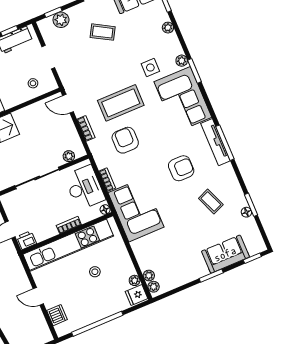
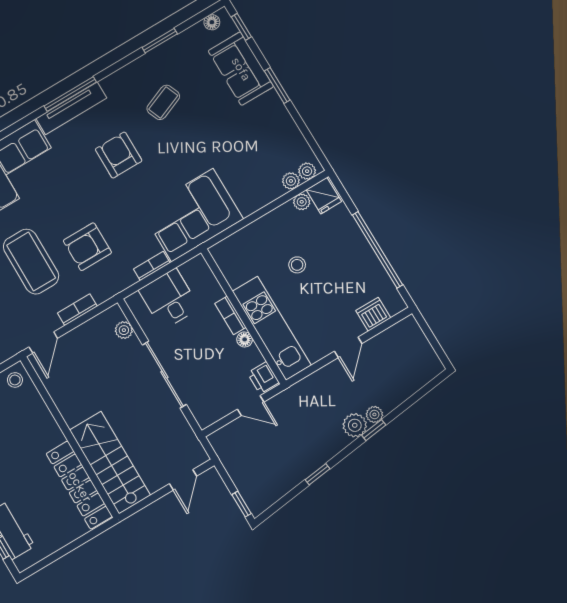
stool: (33, 83) -> (15, 380), moved
desk: (85, 188) -> (169, 299), width x0.73
floor lamp: (105, 209) -> (245, 339), moved
floor lamp: (246, 212) -> (212, 22), moved
kitchen unit: (68, 245) -> (272, 328), width x0.73

